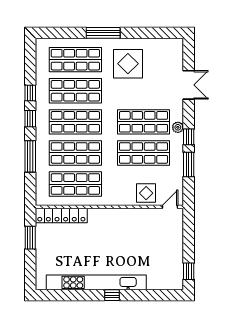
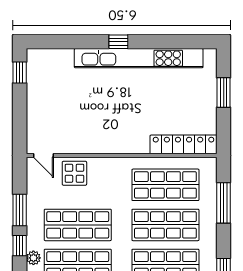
window: (30, 156) -> (224, 203), moved
door: (170, 207) -> (44, 155), hinge flipped
window: (30, 238) -> (224, 93), moved

